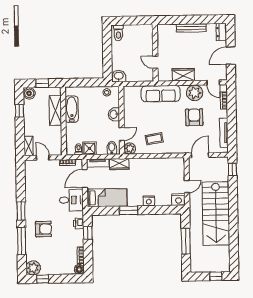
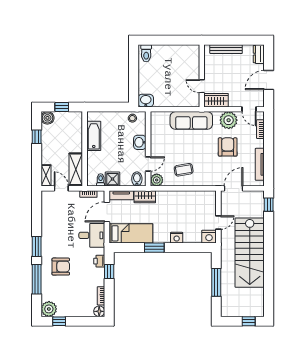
wall: (155, 53) -> (202, 76), moved
door: (155, 62) -> (202, 86), moved
shelving: (55, 110) -> (76, 169), moved

